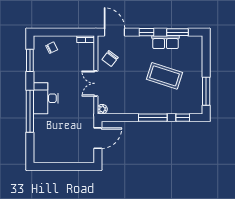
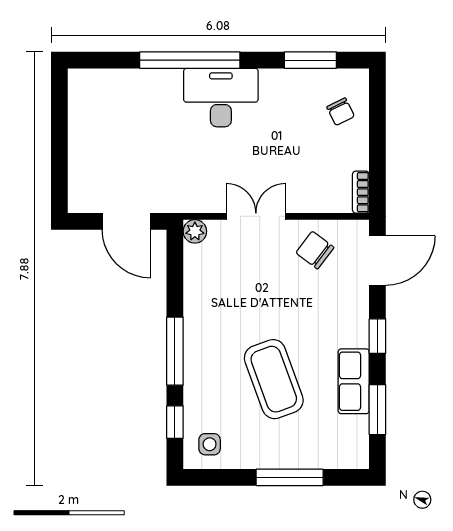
coffee table: (165, 76) -> (274, 379), turned -38
window: (206, 91) -> (290, 477), moved
side table: (192, 103) -> (210, 444), added

